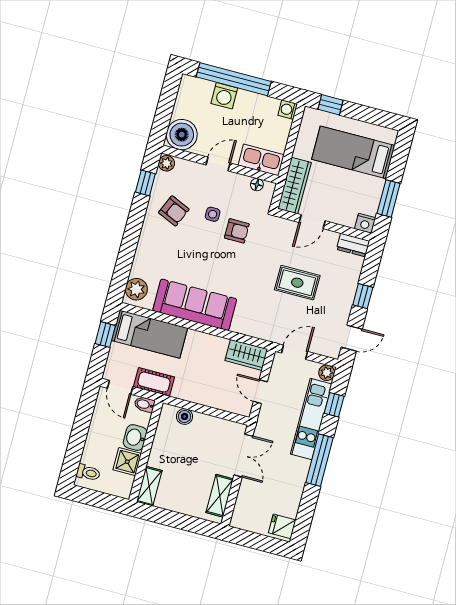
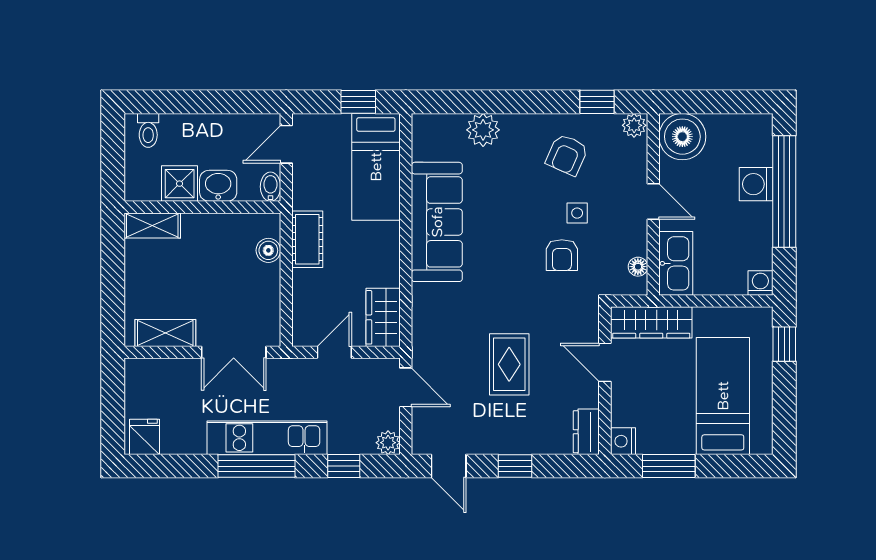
plant: (136, 289) -> (483, 130), moved
cot: (154, 382) -> (307, 239), moved
kitchen unit: (311, 419) -> (267, 438), moved

